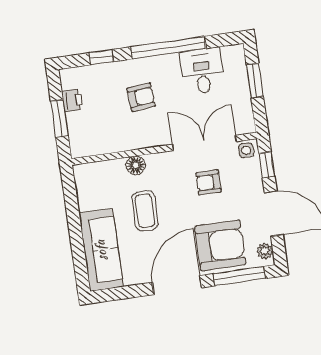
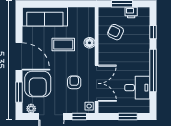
armchair: (141, 97) -> (116, 32), moved, turned 120
window: (239, 276) -> (19, 92), width x0.69

